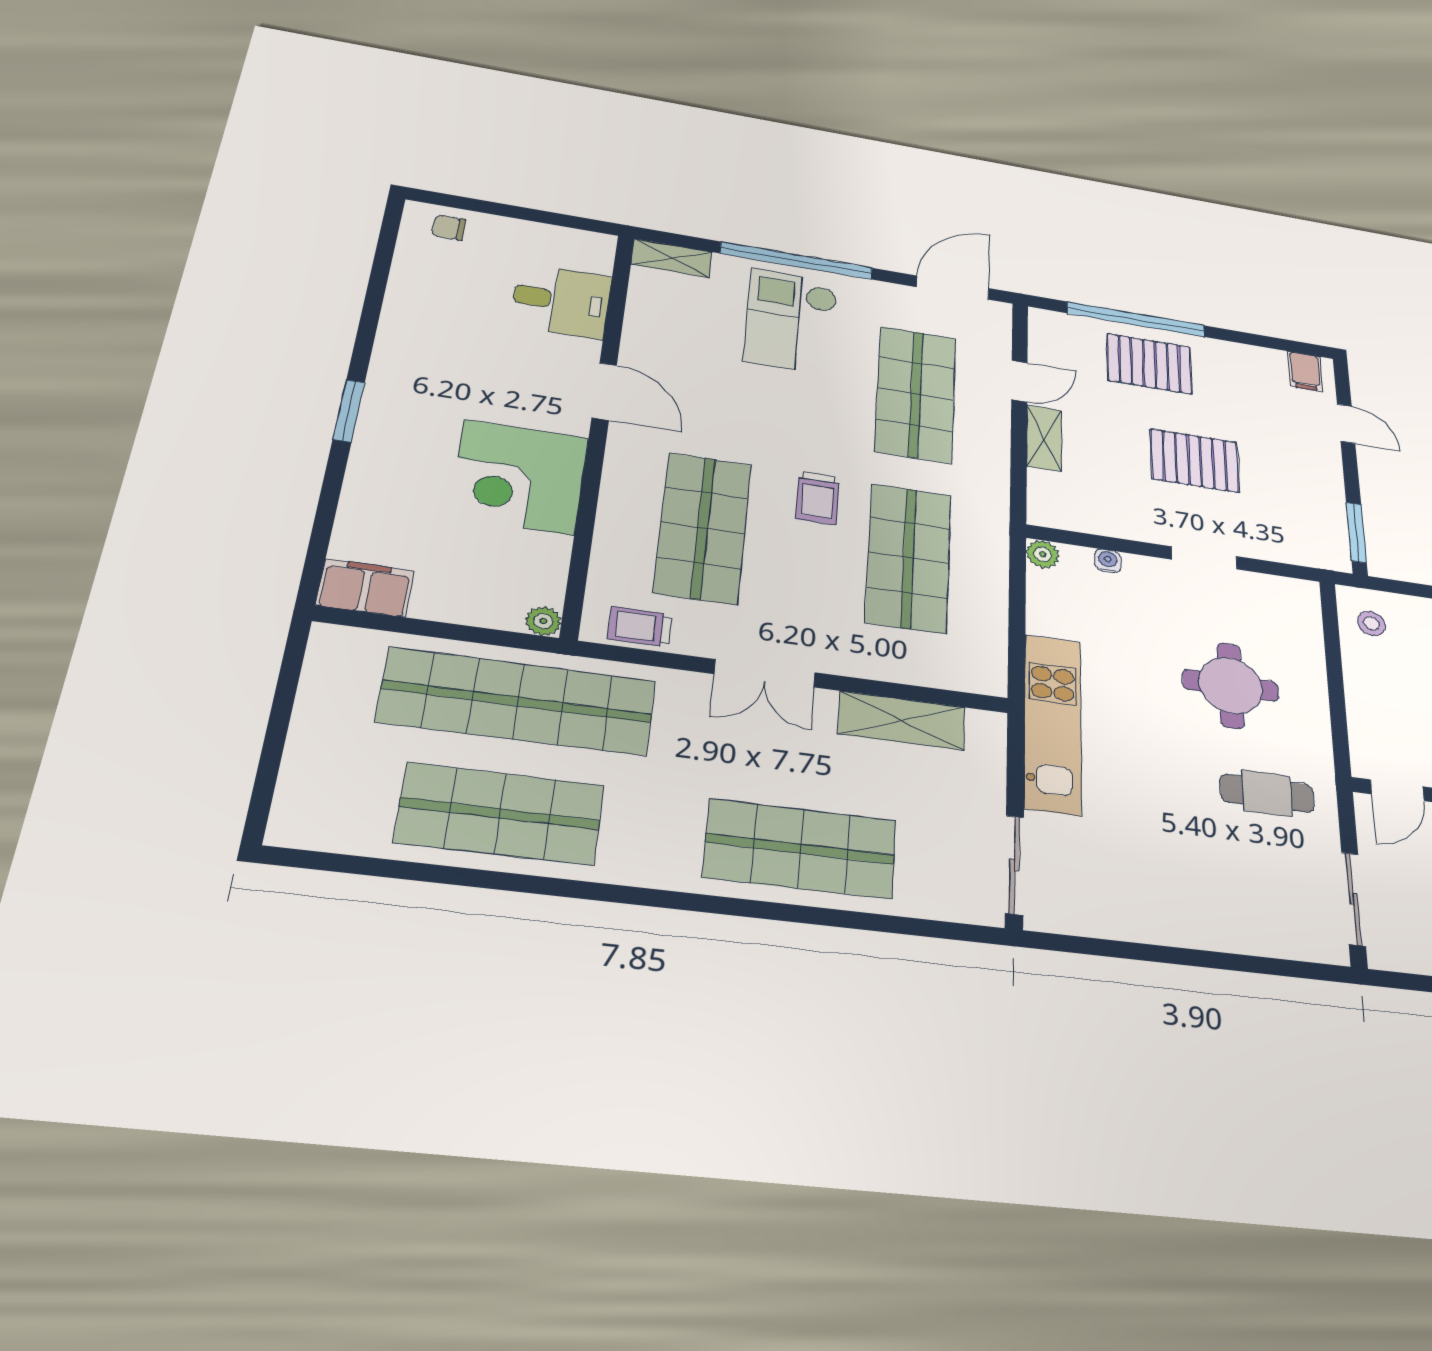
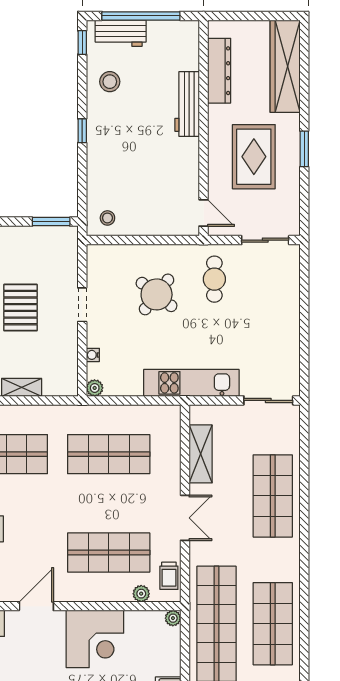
trolley: (818, 498) -> (81, 500), removed
plant: (607, 571) -> (141, 594), added
round table: (1231, 685) -> (157, 294), turned 38

